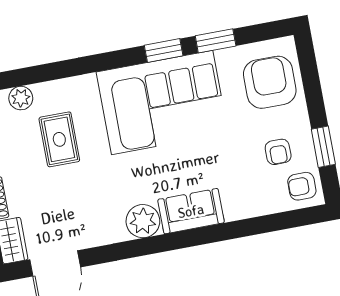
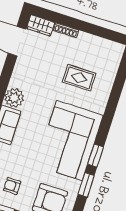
plant: (21, 98) -> (111, 69), removed

